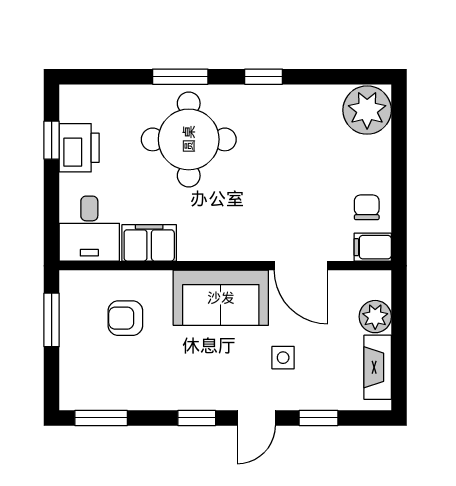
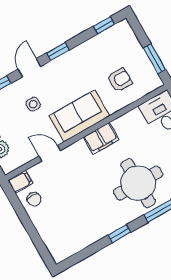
plant: (367, 110) -> (61, 246), removed
filing cabinet: (149, 243) -> (101, 138), moved
door: (301, 266) -> (50, 153), width x0.73
window: (101, 418) -> (104, 25), width x0.67

